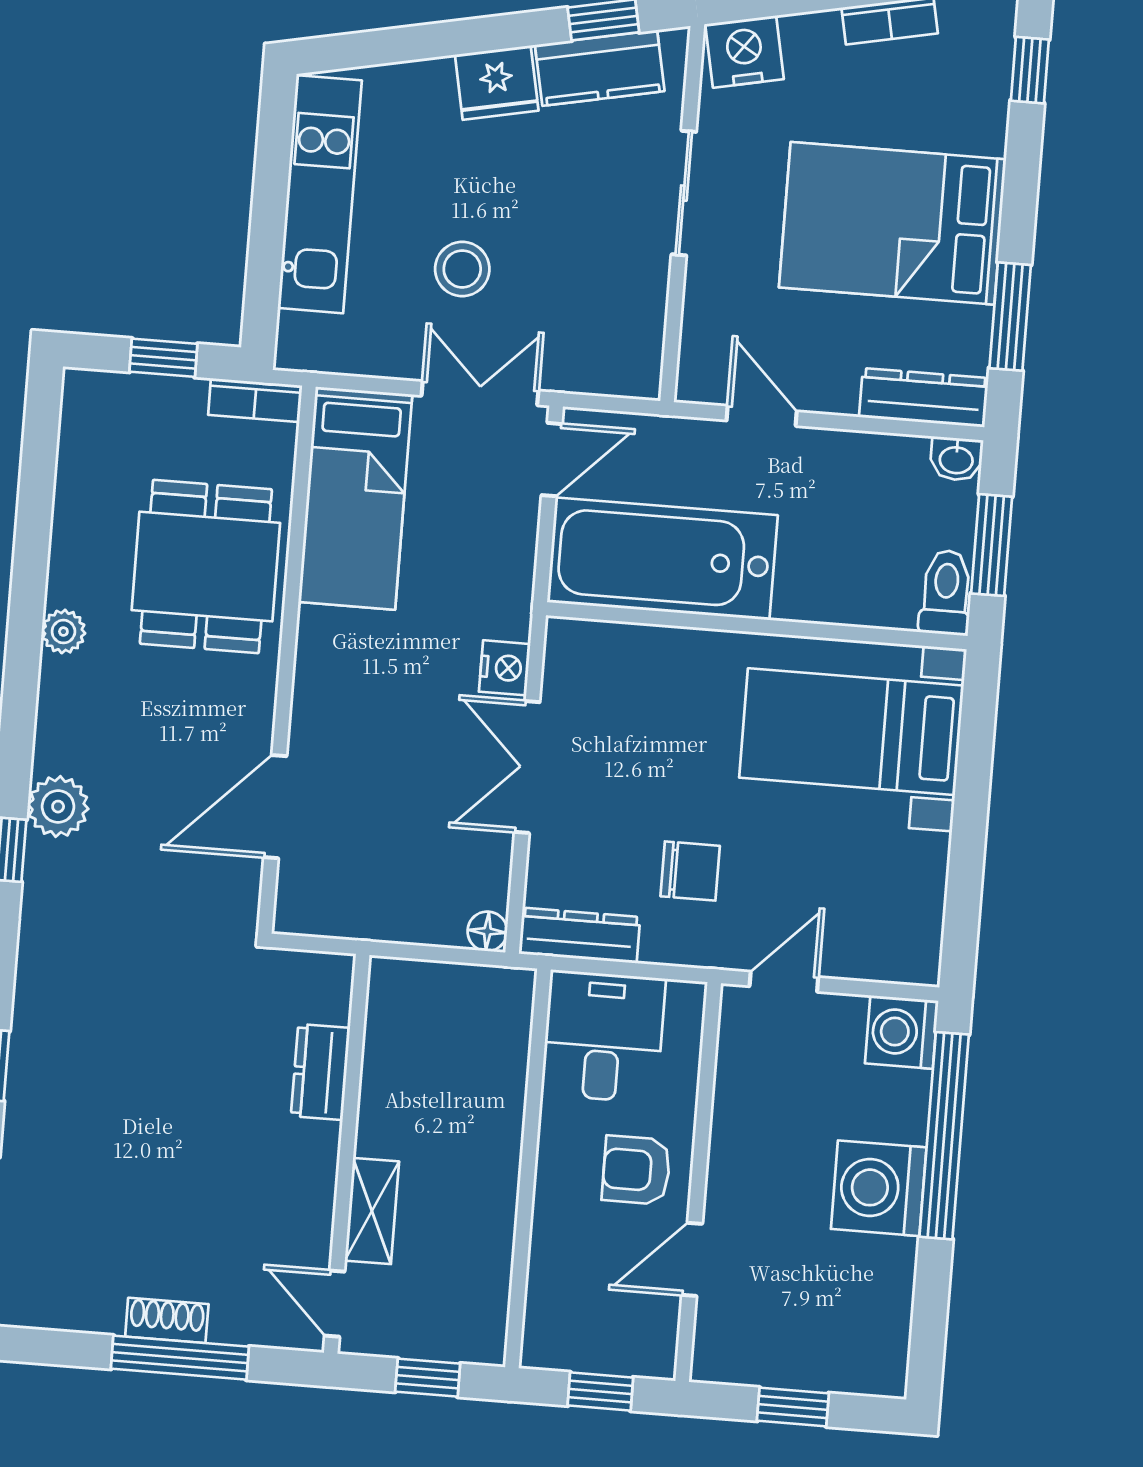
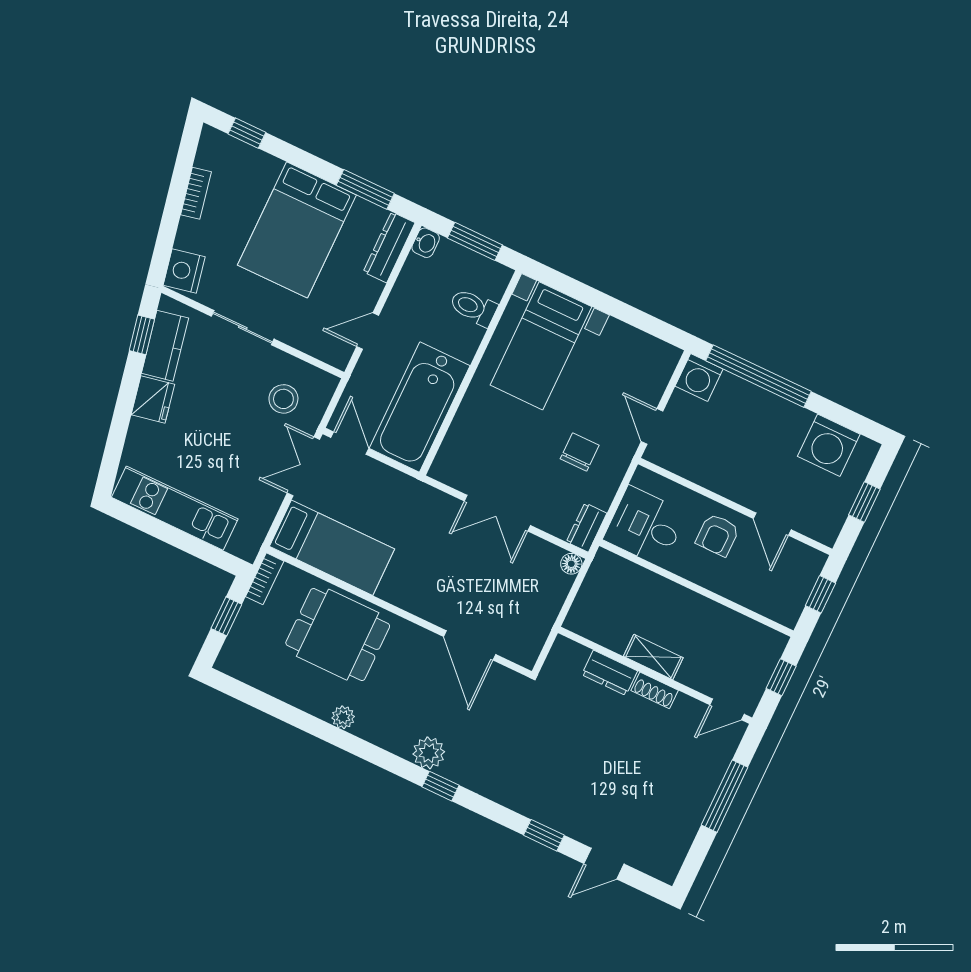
stool: (462, 269) -> (283, 399), moved
toilet: (946, 592) -> (473, 307), moved
nightstand: (505, 668) -> (444, 506), removed
dresser: (579, 935) -> (587, 528), width x0.70
washing machine: (879, 1188) -> (829, 445), moved
shelving: (372, 1211) -> (653, 657), moved
shoe rack: (167, 1320) -> (655, 690), moved, turned -90

